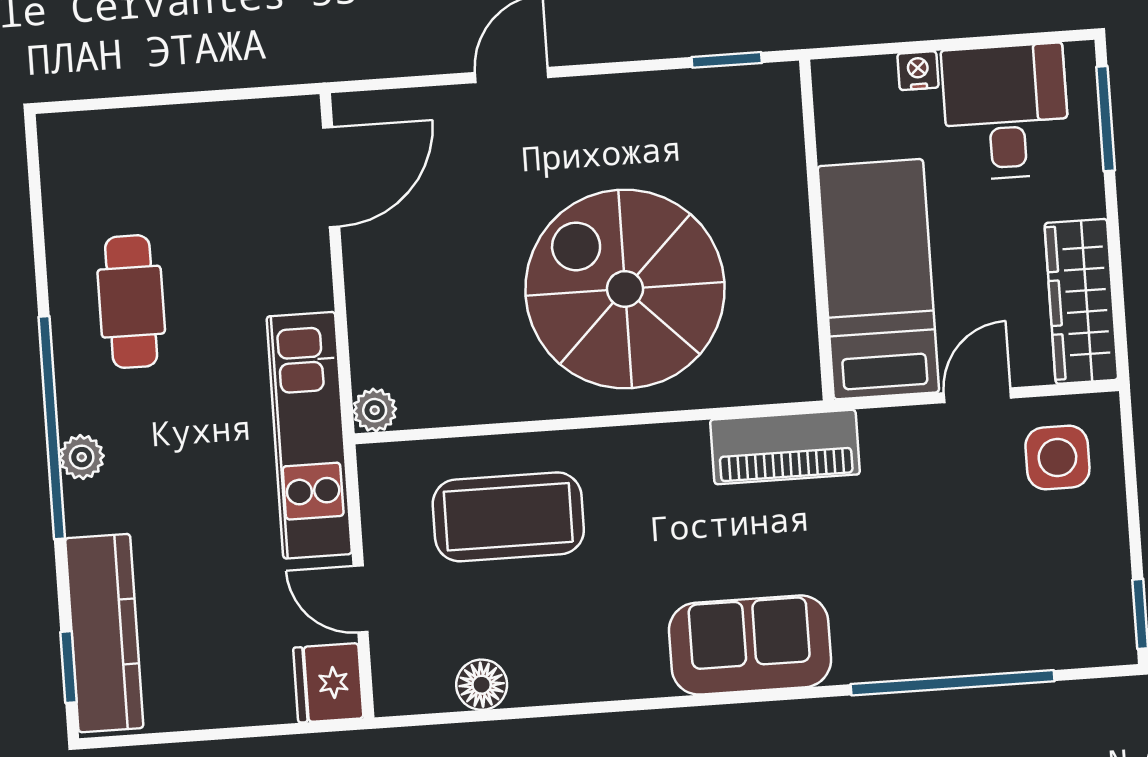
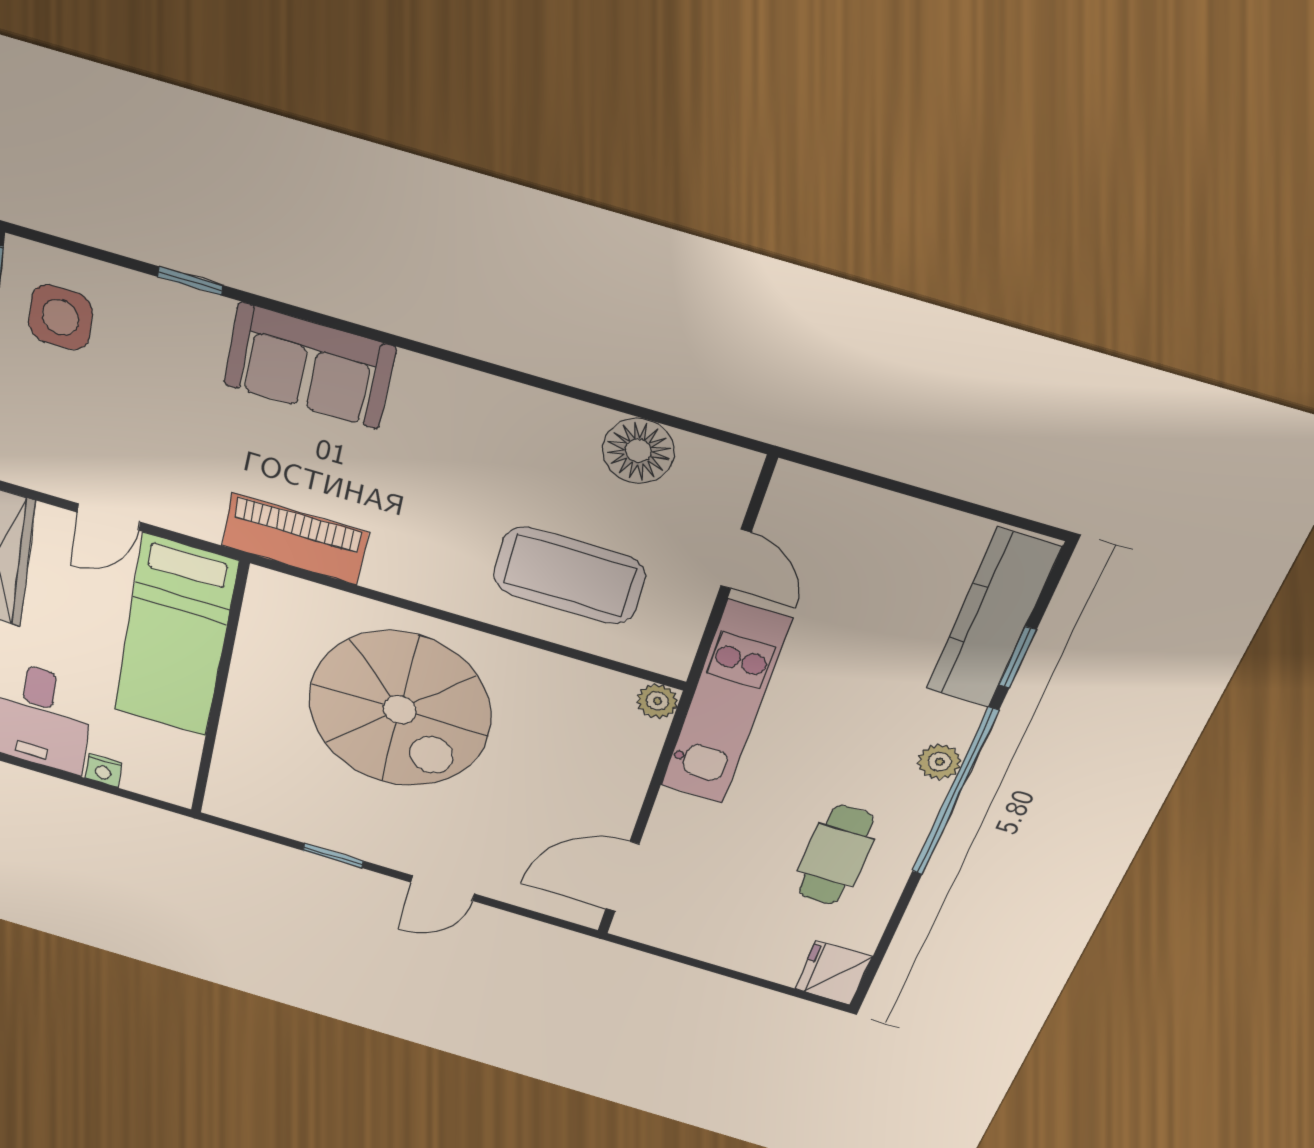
window: (727, 60) -> (333, 856), moved
side table: (1057, 457) -> (60, 317), moved
sofa: (750, 645) -> (309, 366), moved
window: (68, 667) -> (1018, 657), moved
fridge: (328, 683) -> (833, 973), moved, turned 180
window: (953, 683) -> (190, 281), width x0.32
floor lamp: (482, 685) -> (638, 451), width x1.38, depth x1.38

